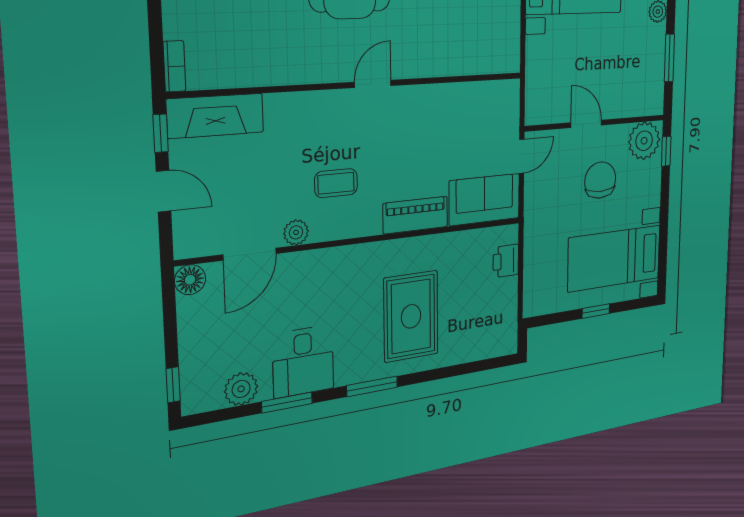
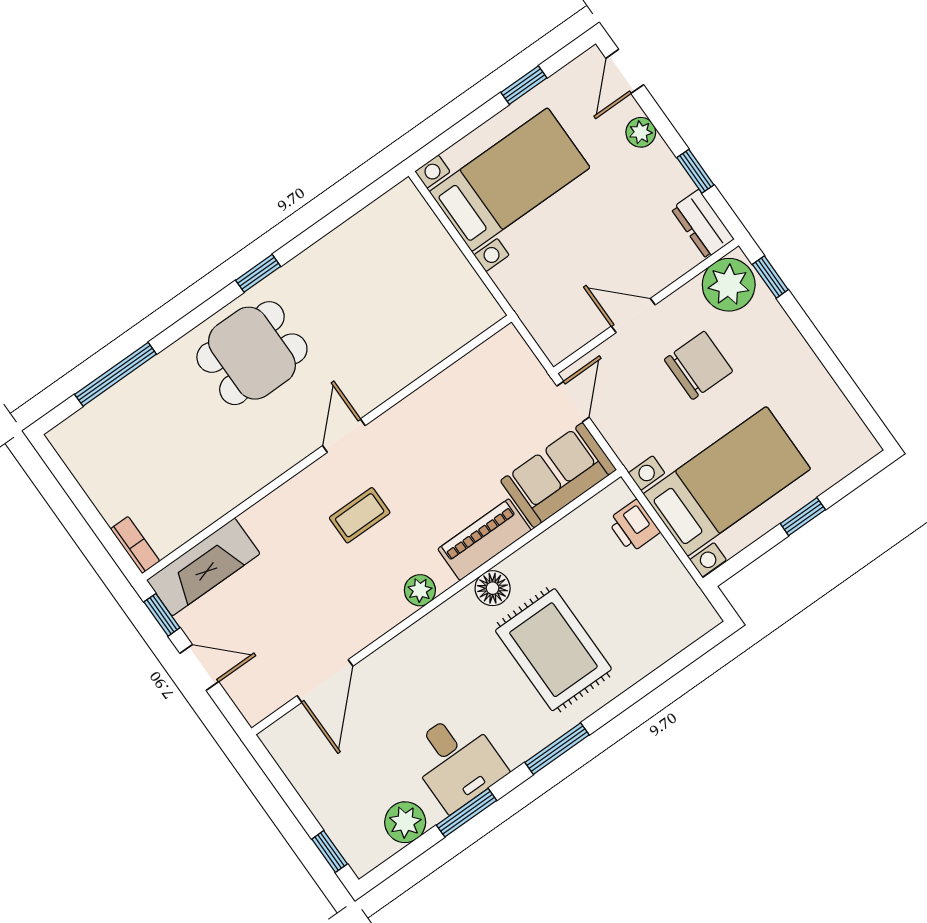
window: (669, 58) -> (695, 171), width x0.67
dresser: (654, 93) -> (703, 224), added
chair: (600, 180) -> (698, 365), turned 90
coffee table: (336, 183) -> (360, 515), moved
plant: (296, 232) -> (420, 590), moved
bed with nightstands: (614, 258) -> (727, 481), moved, turned 180
floor lamp: (190, 280) -> (493, 588), moved

